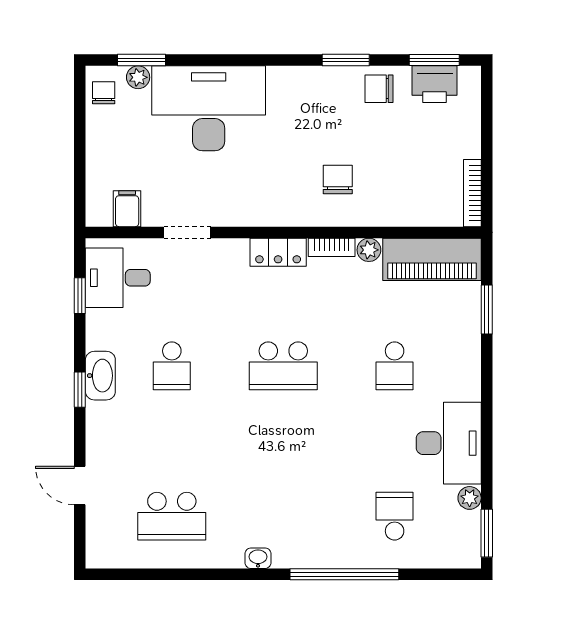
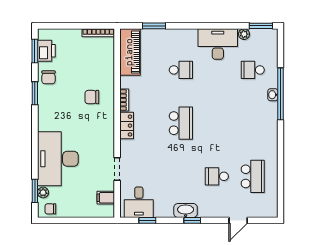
plant: (369, 250) -> (125, 82), removed
school desk: (172, 366) -> (217, 176), moved, turned 180
washbasin: (258, 558) -> (273, 95), moved

